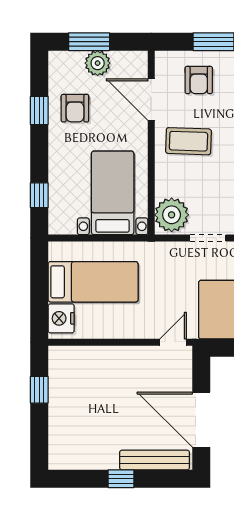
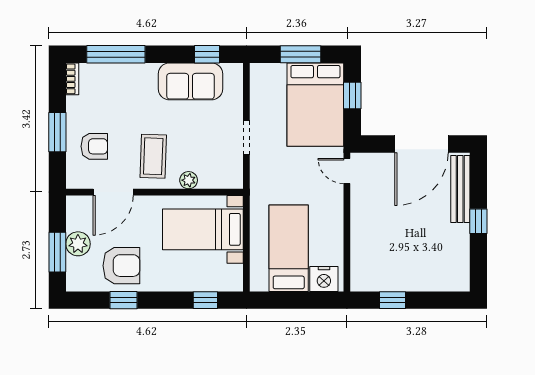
armchair: (75, 108) -> (121, 266), width x1.38, depth x1.38
plant: (172, 215) -> (189, 180), moved, width x0.53, depth x0.53

